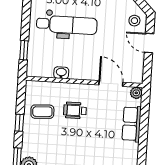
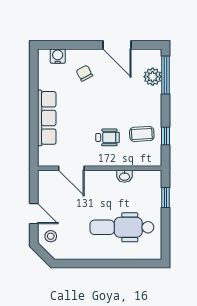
plant: (136, 93) -> (44, 160), removed
window: (19, 123) -> (165, 136), moved
row of seats: (132, 124) -> (47, 118), width x1.48

